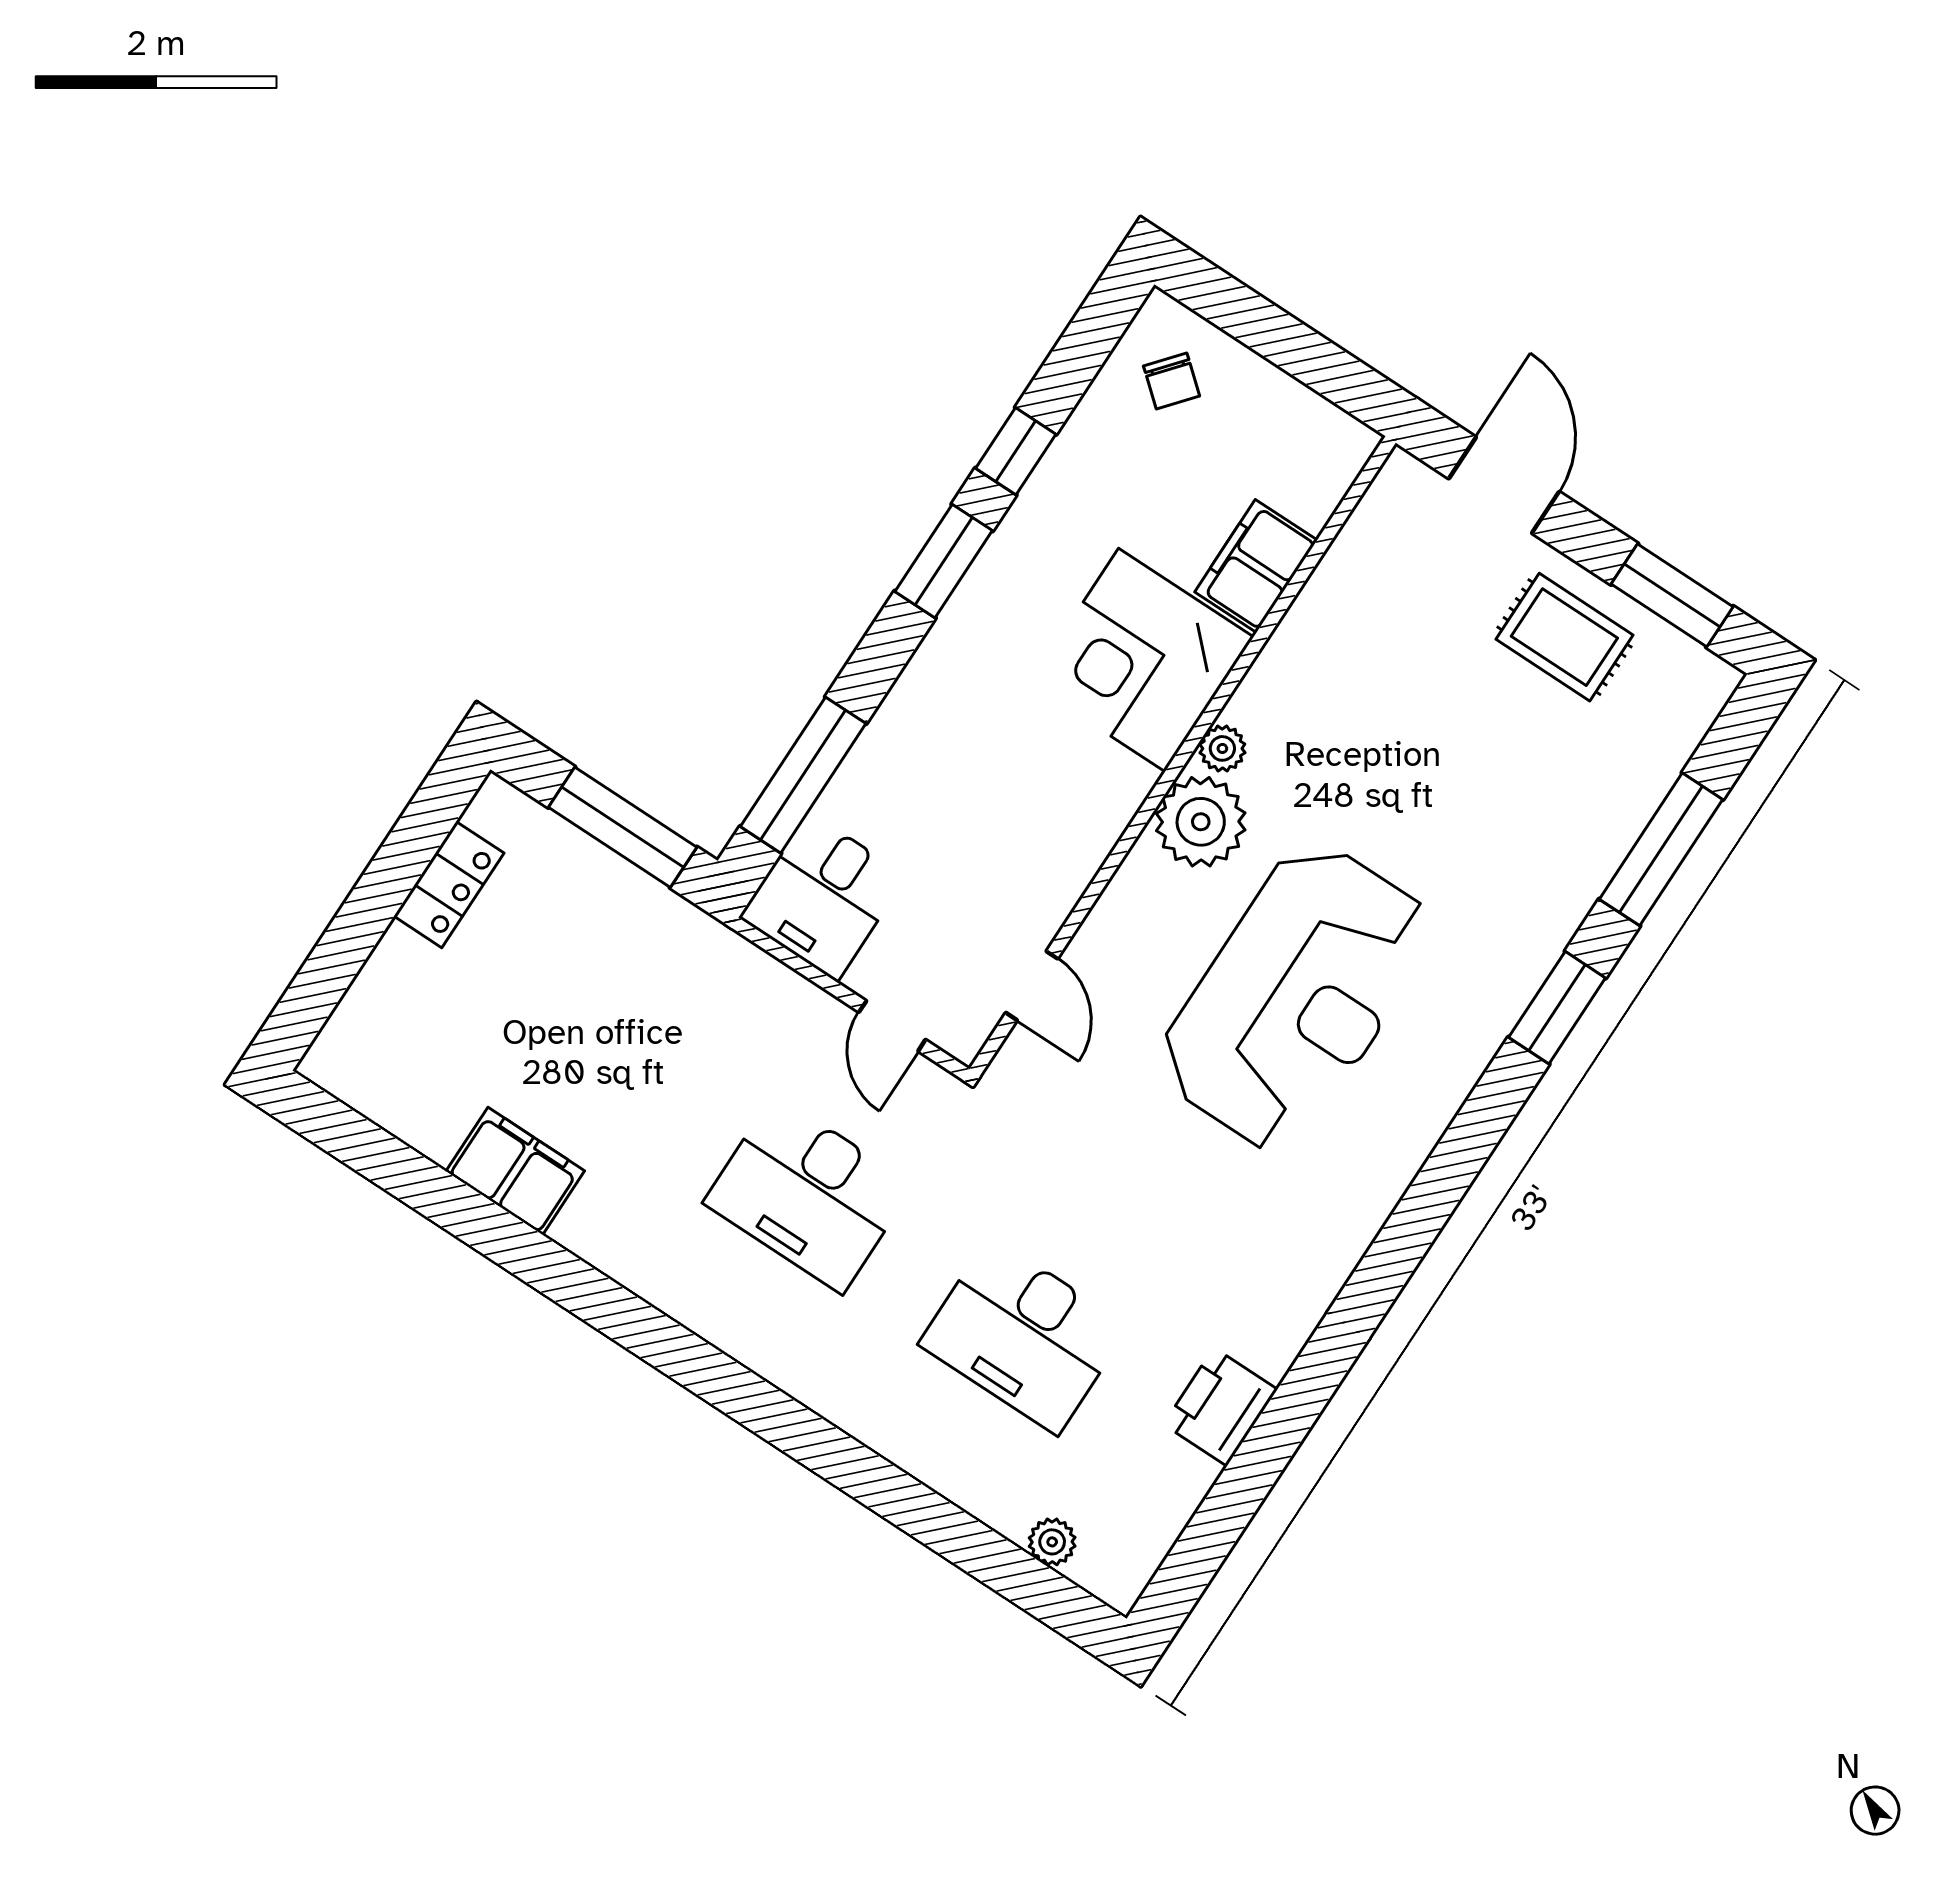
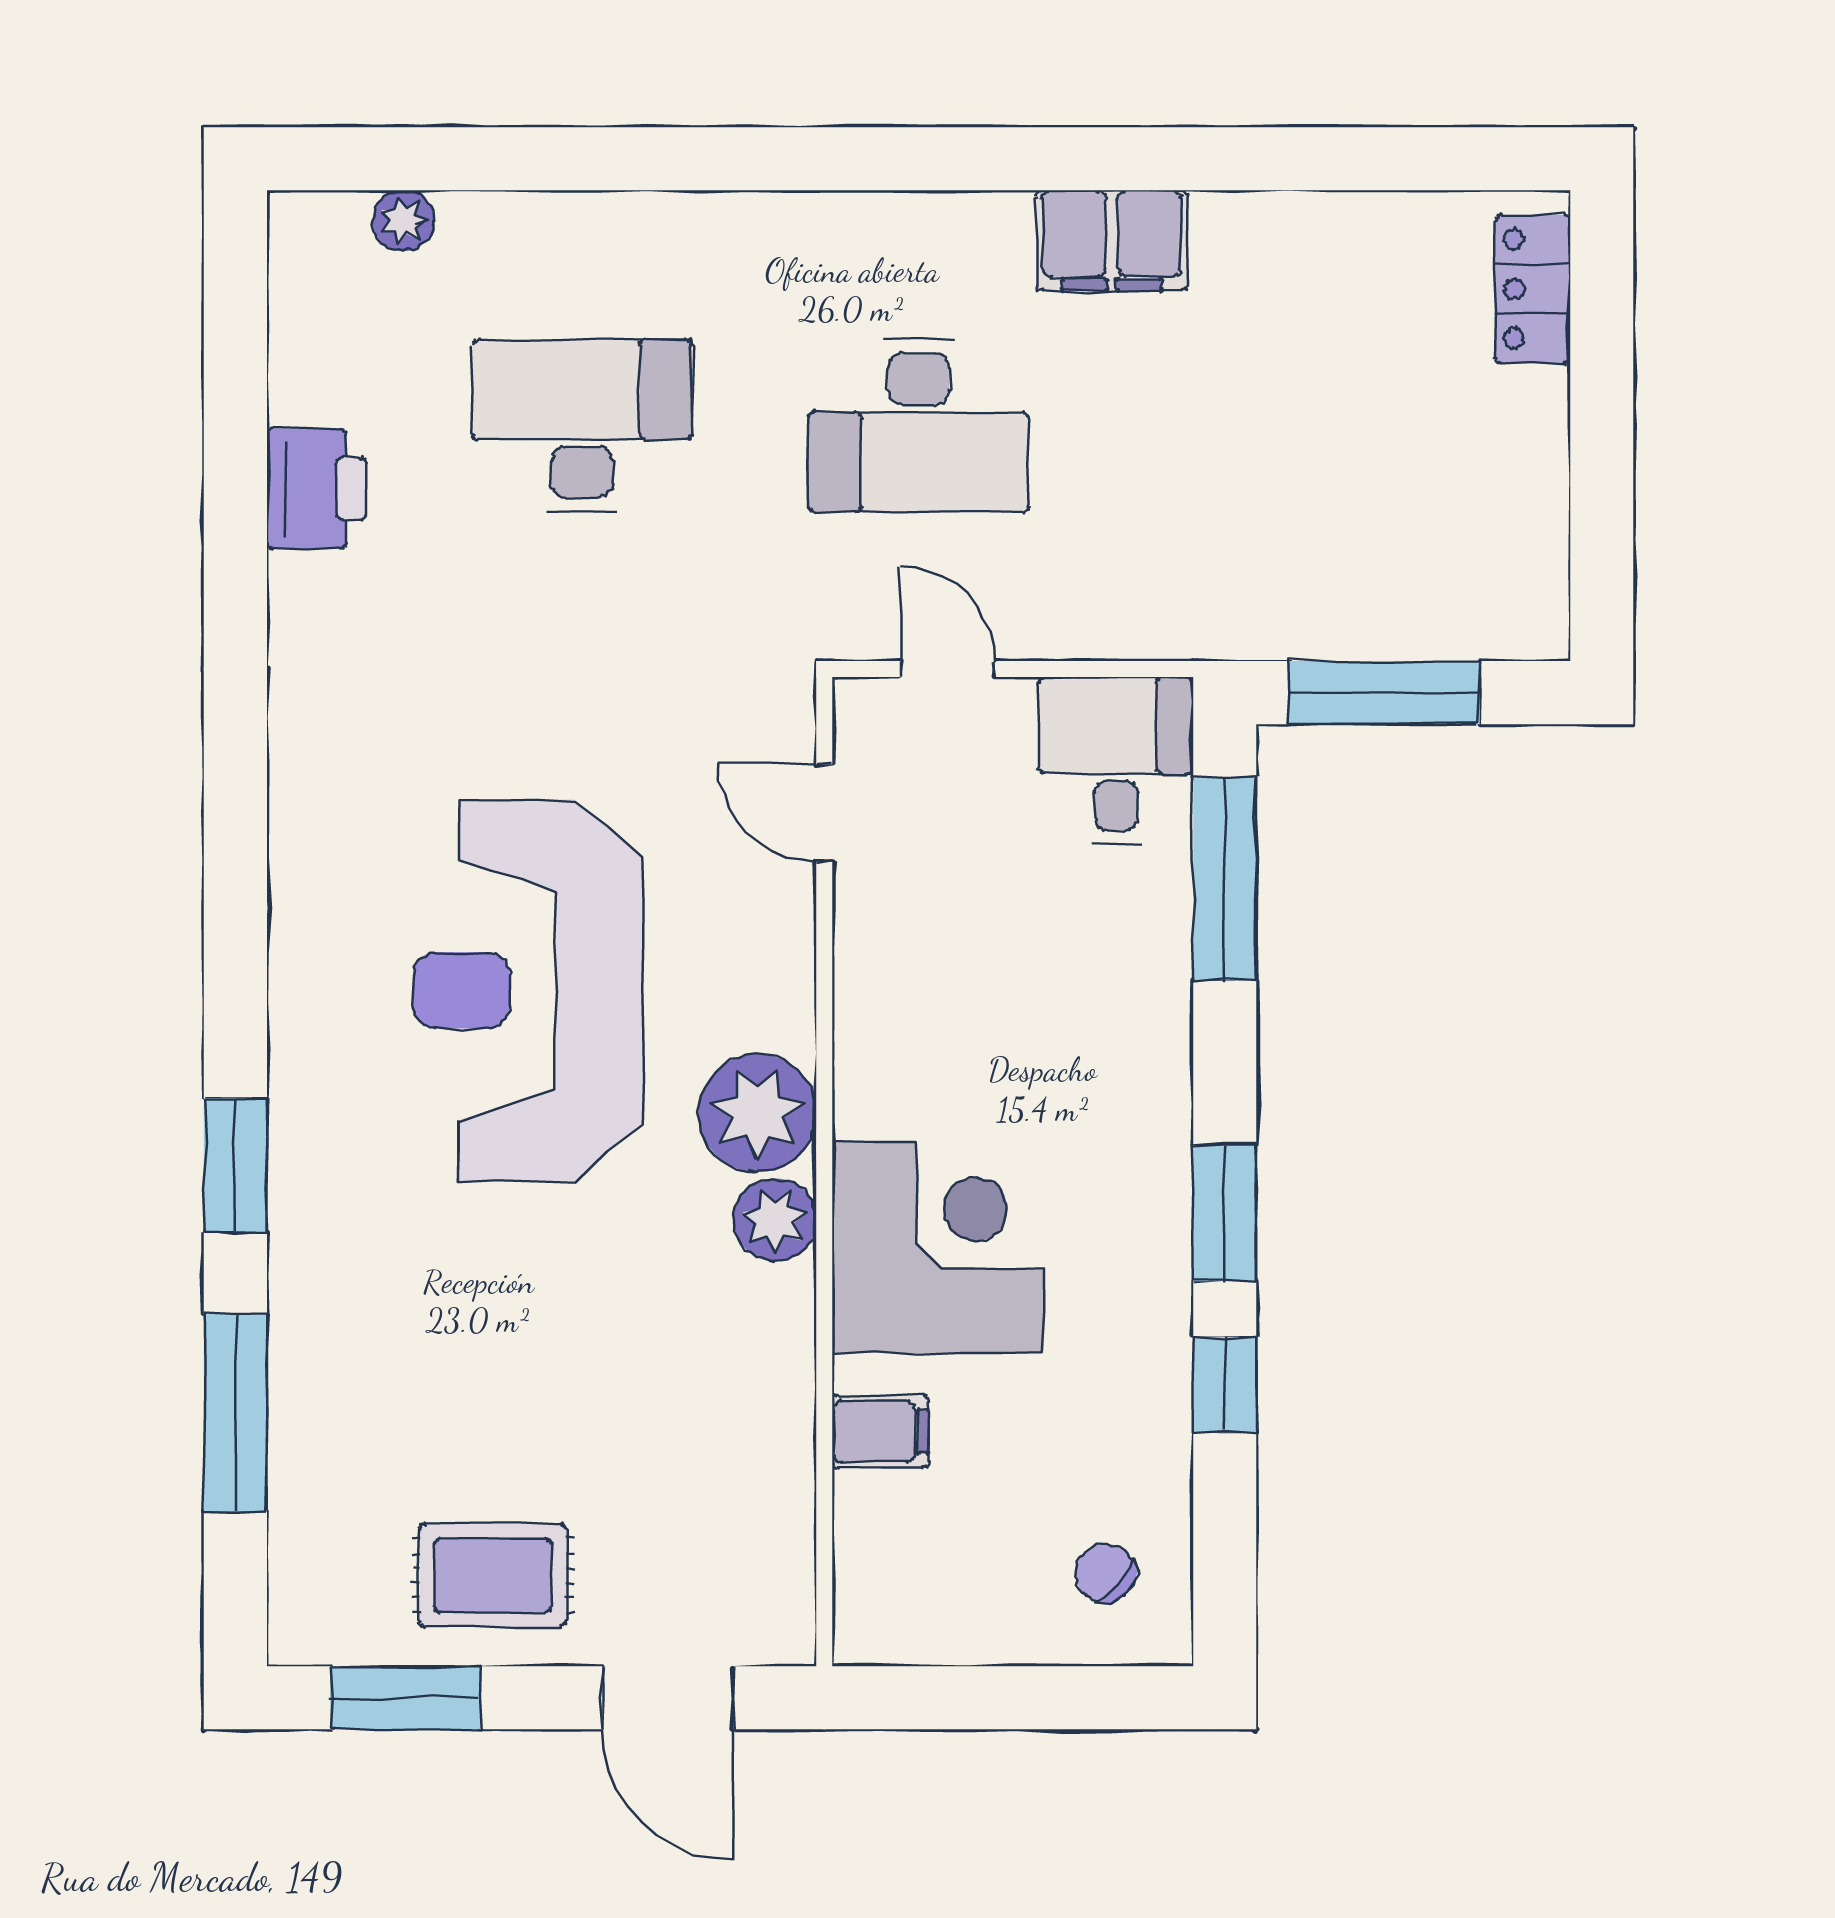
filing cabinet: (1256, 566) -> (880, 1432), width x0.50
plant: (1222, 748) -> (775, 1220), width x1.38, depth x1.38
locker: (449, 885) -> (1533, 289), moved
filing cabinet: (515, 1171) -> (1112, 240), moved
desk: (809, 1194) -> (919, 426), turned 180

